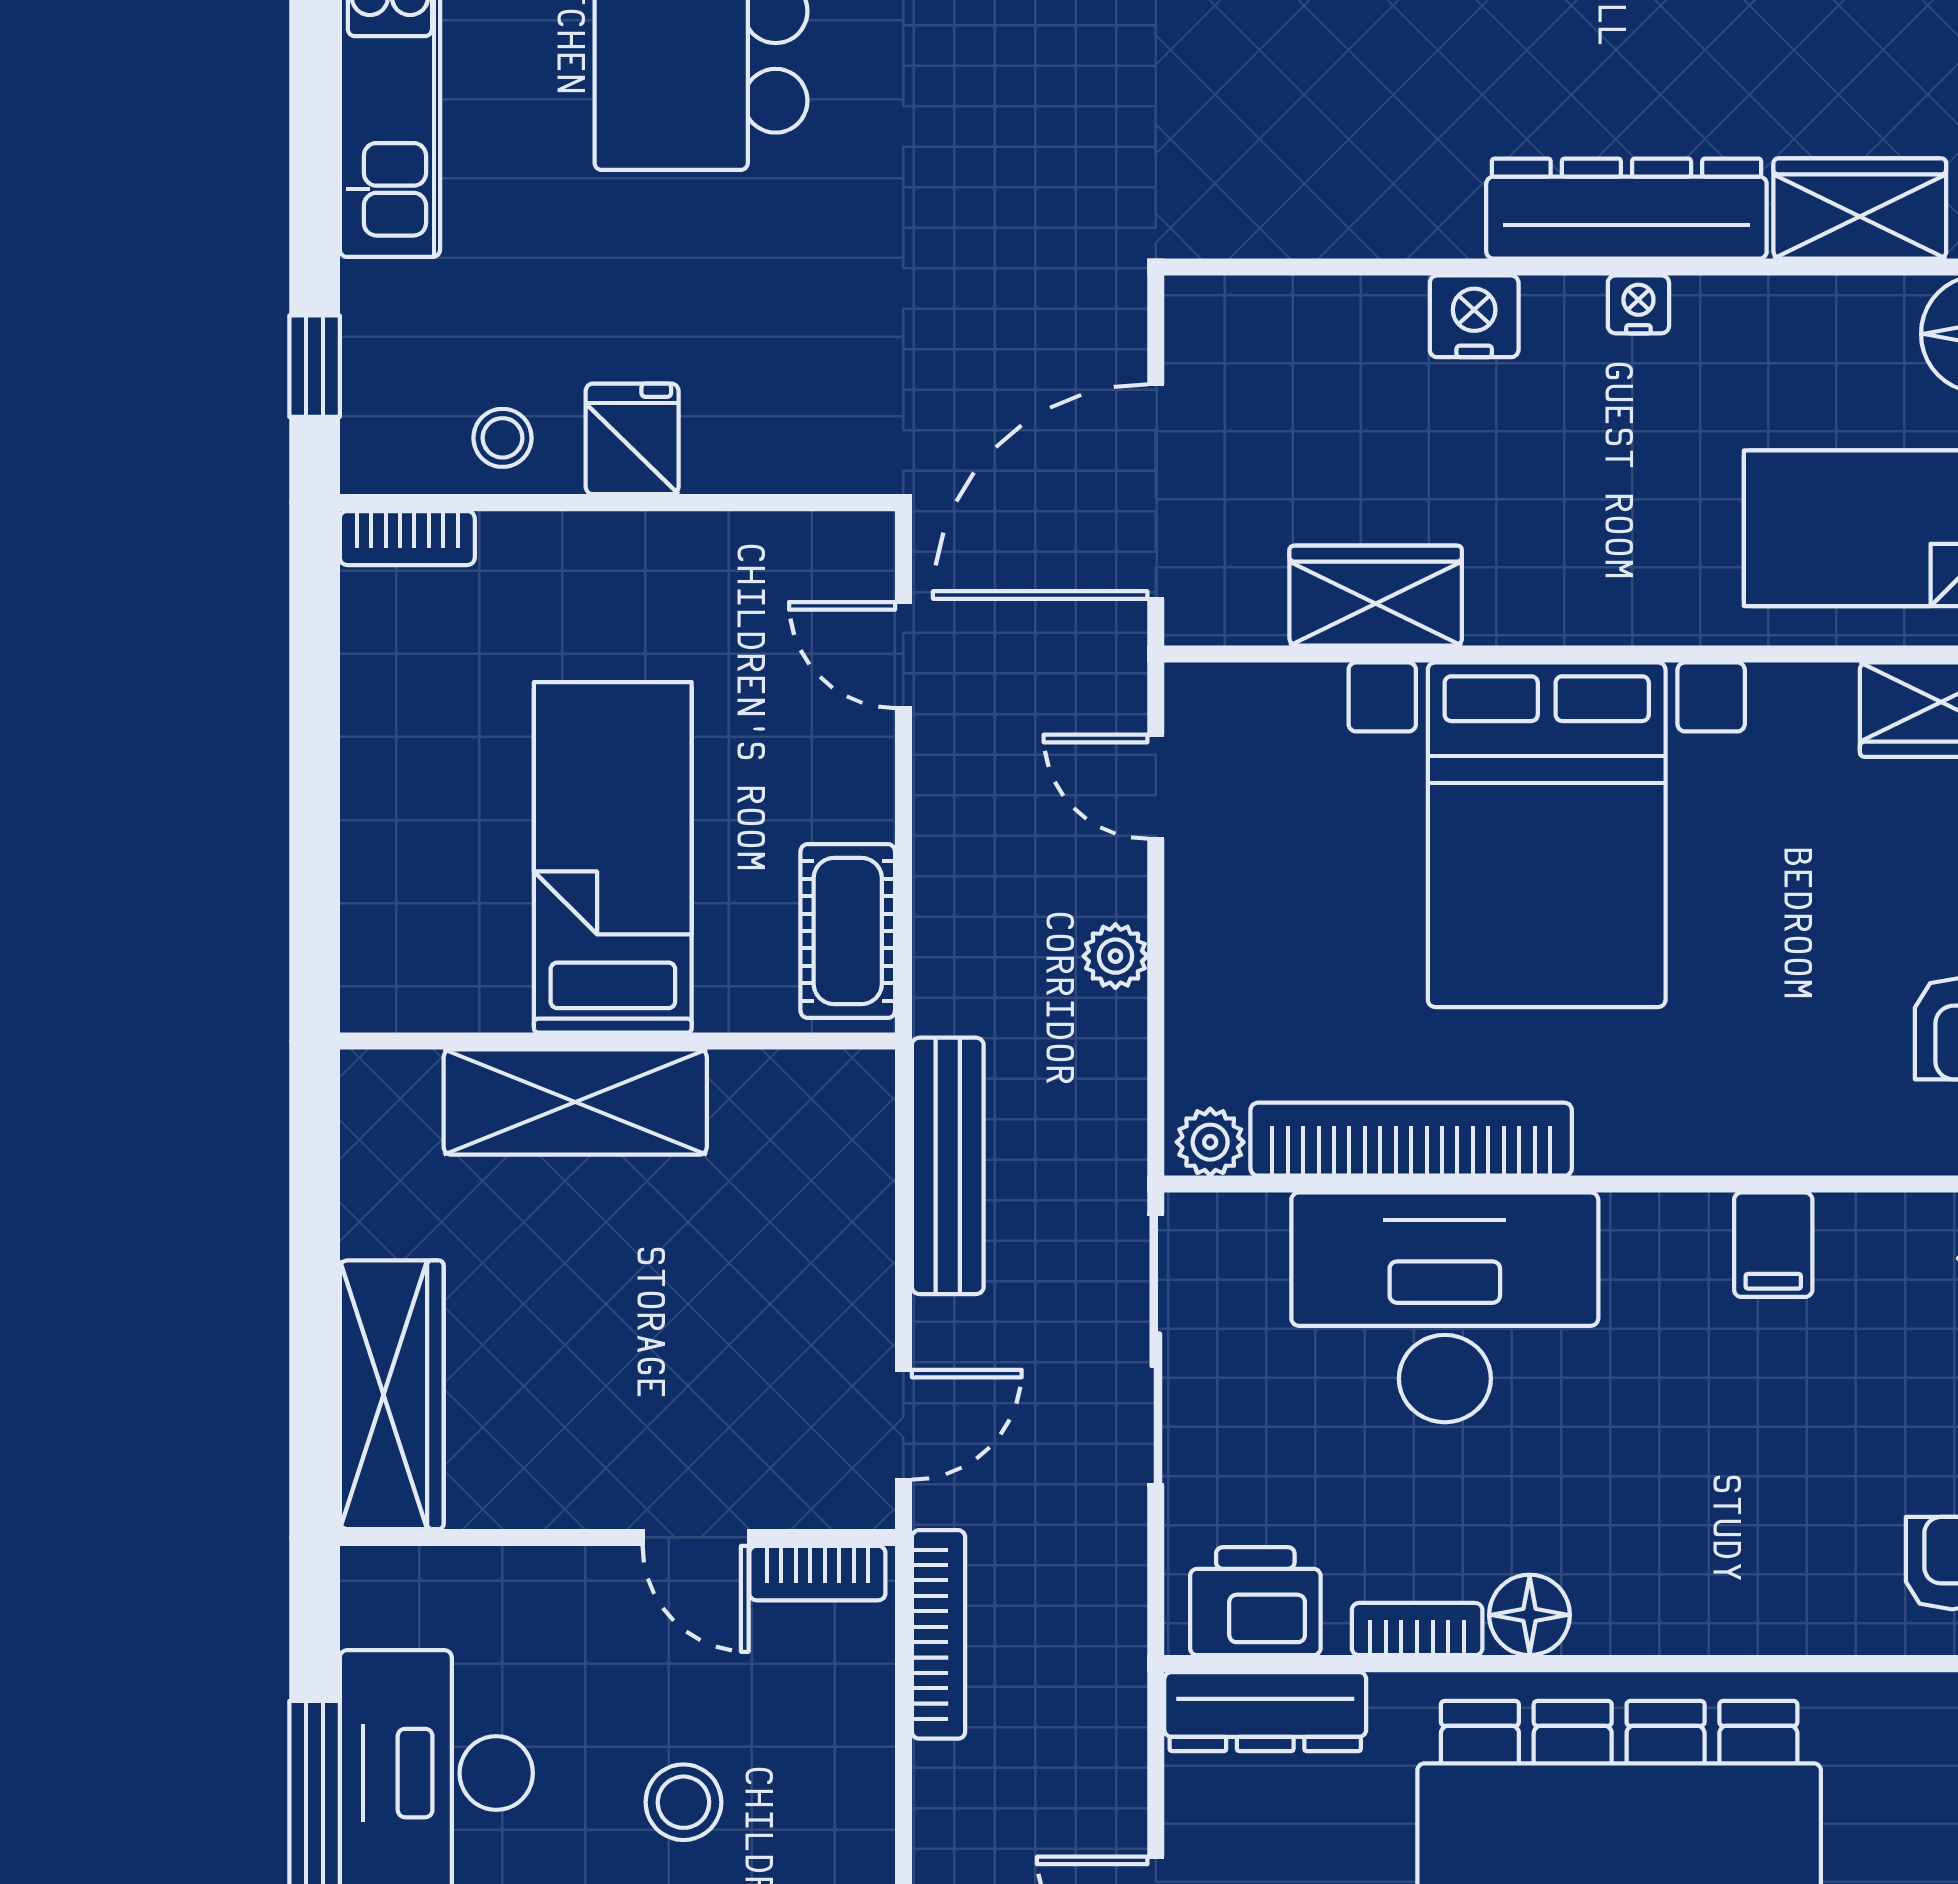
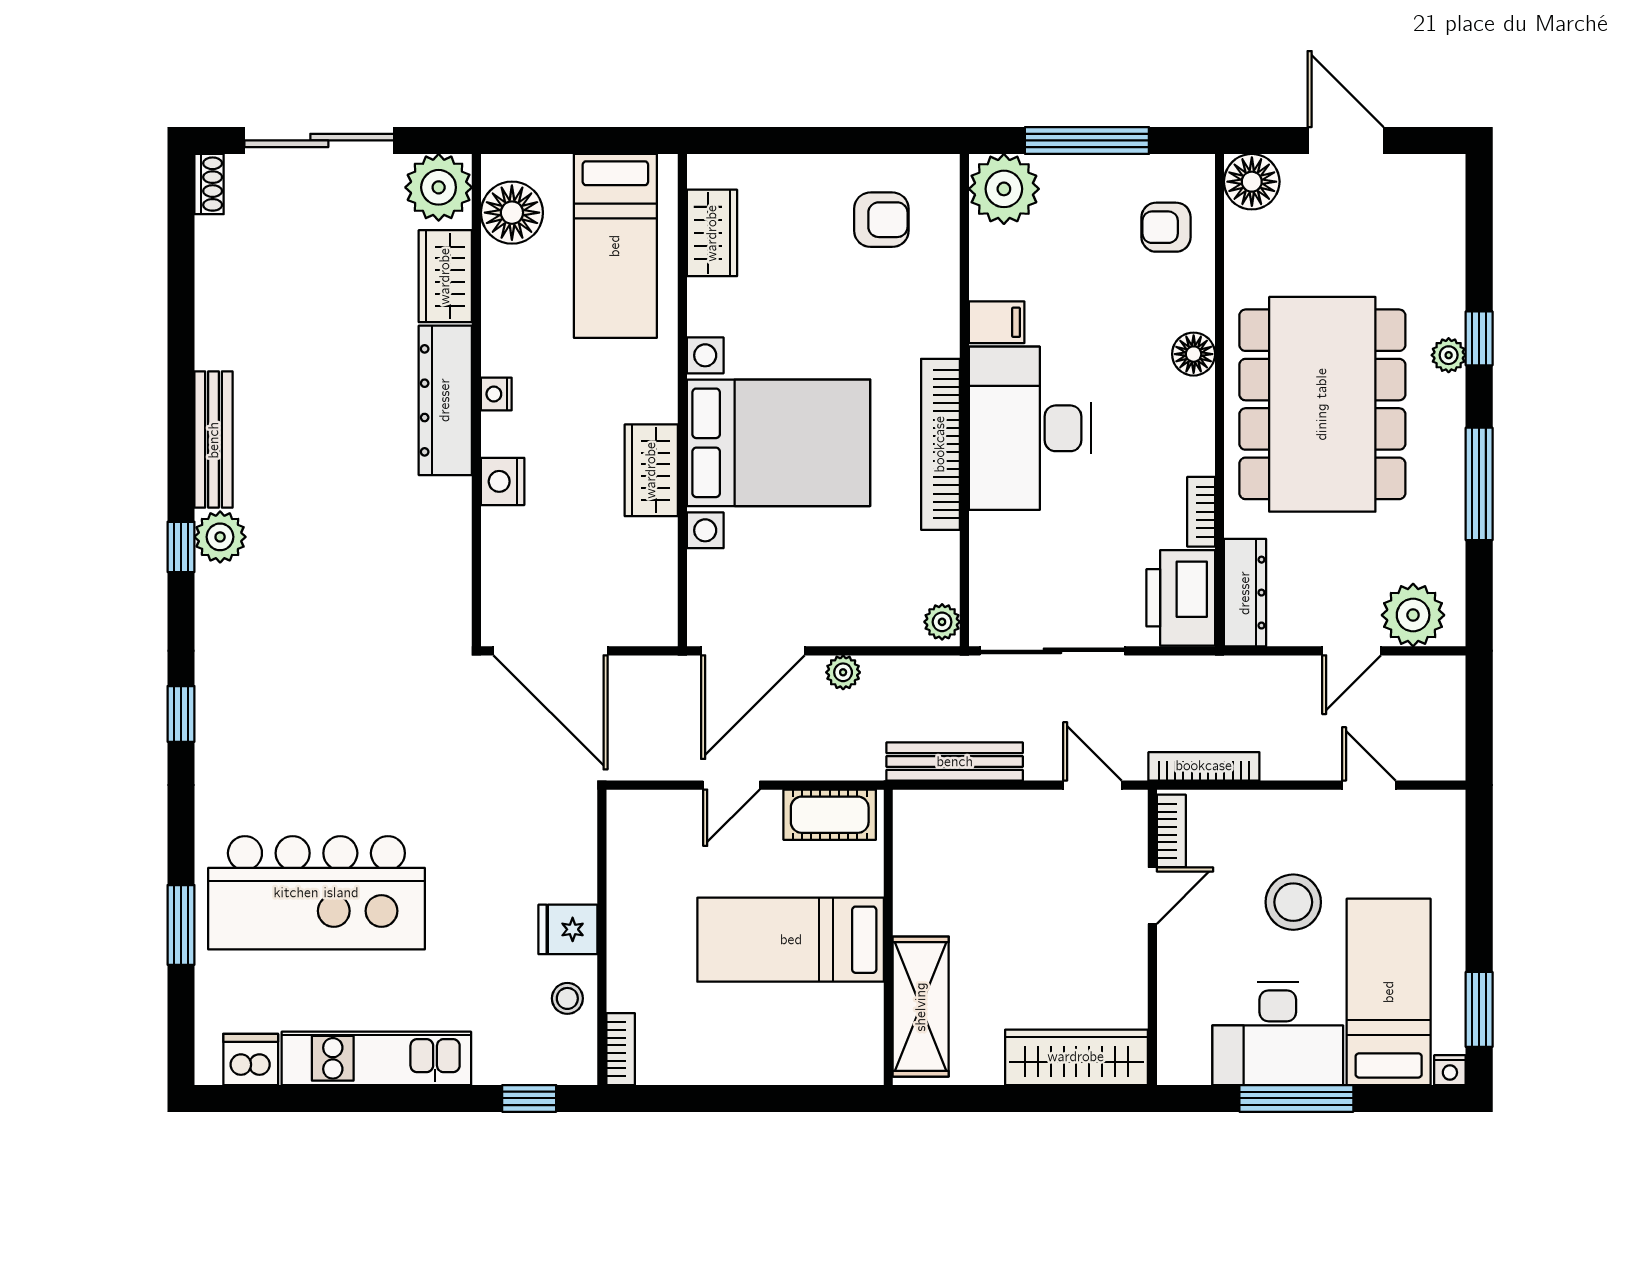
door: (1156, 492) -> (551, 651), moved
wardrobe: (1376, 596) -> (651, 470), moved
door: (903, 655) -> (731, 785), moved
door: (1156, 787) -> (753, 651), width x1.87
shelving: (575, 1102) -> (921, 1007), moved
bookcase: (1411, 1139) -> (940, 444), moved
desk: (1445, 1307) -> (1030, 428), moved
printer: (1255, 1601) -> (1181, 598), width x1.37, depth x1.19
floor lamp: (1530, 1615) -> (1194, 354), moved
stool: (683, 1802) -> (1293, 902), width x1.38, depth x1.38

